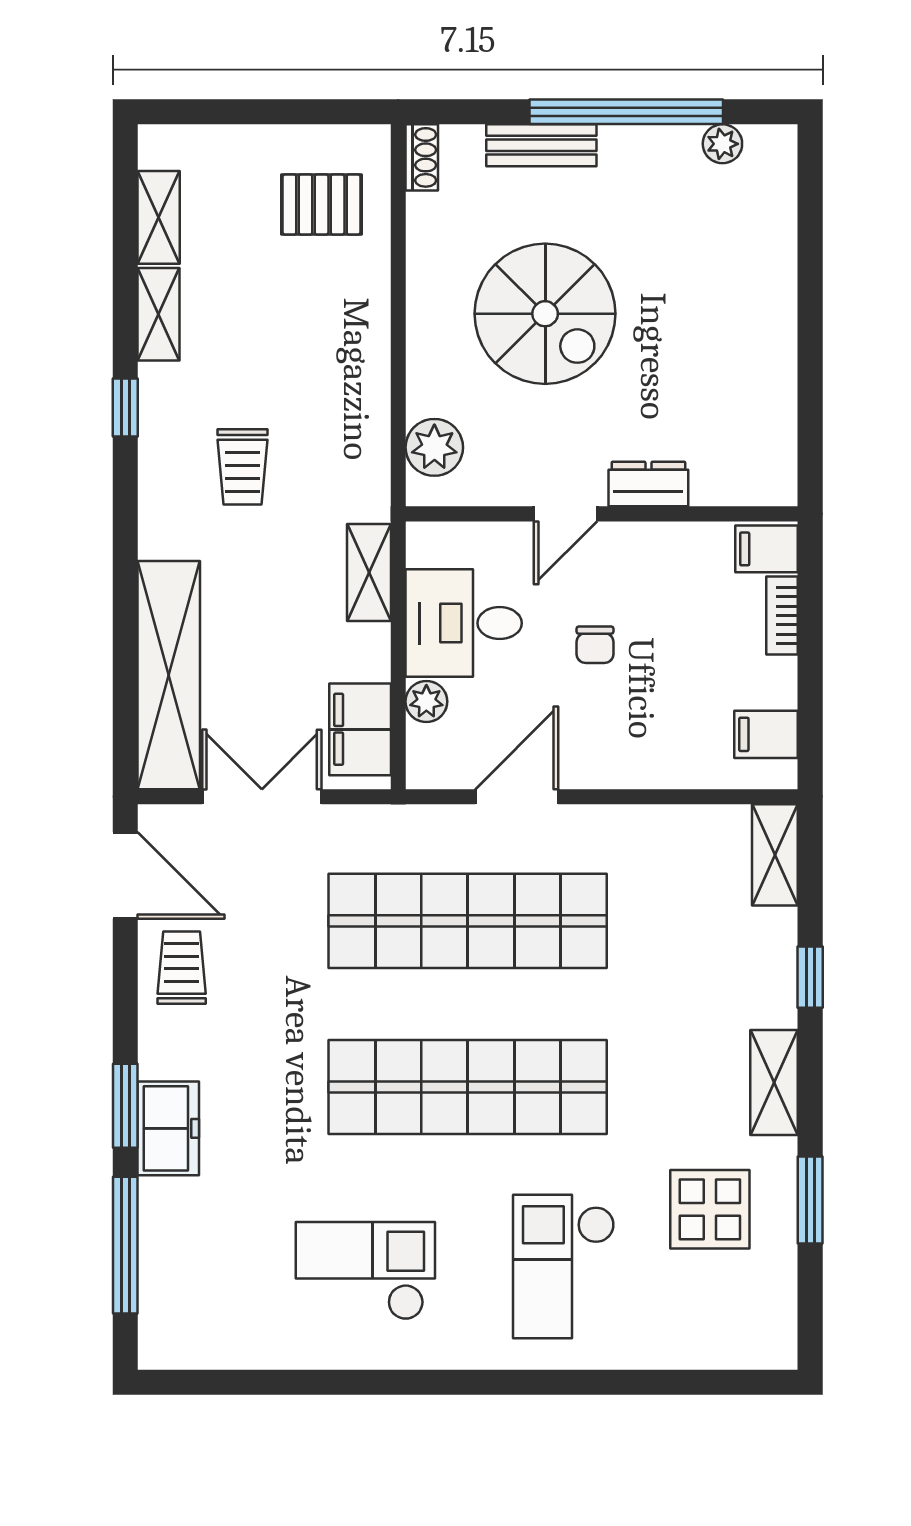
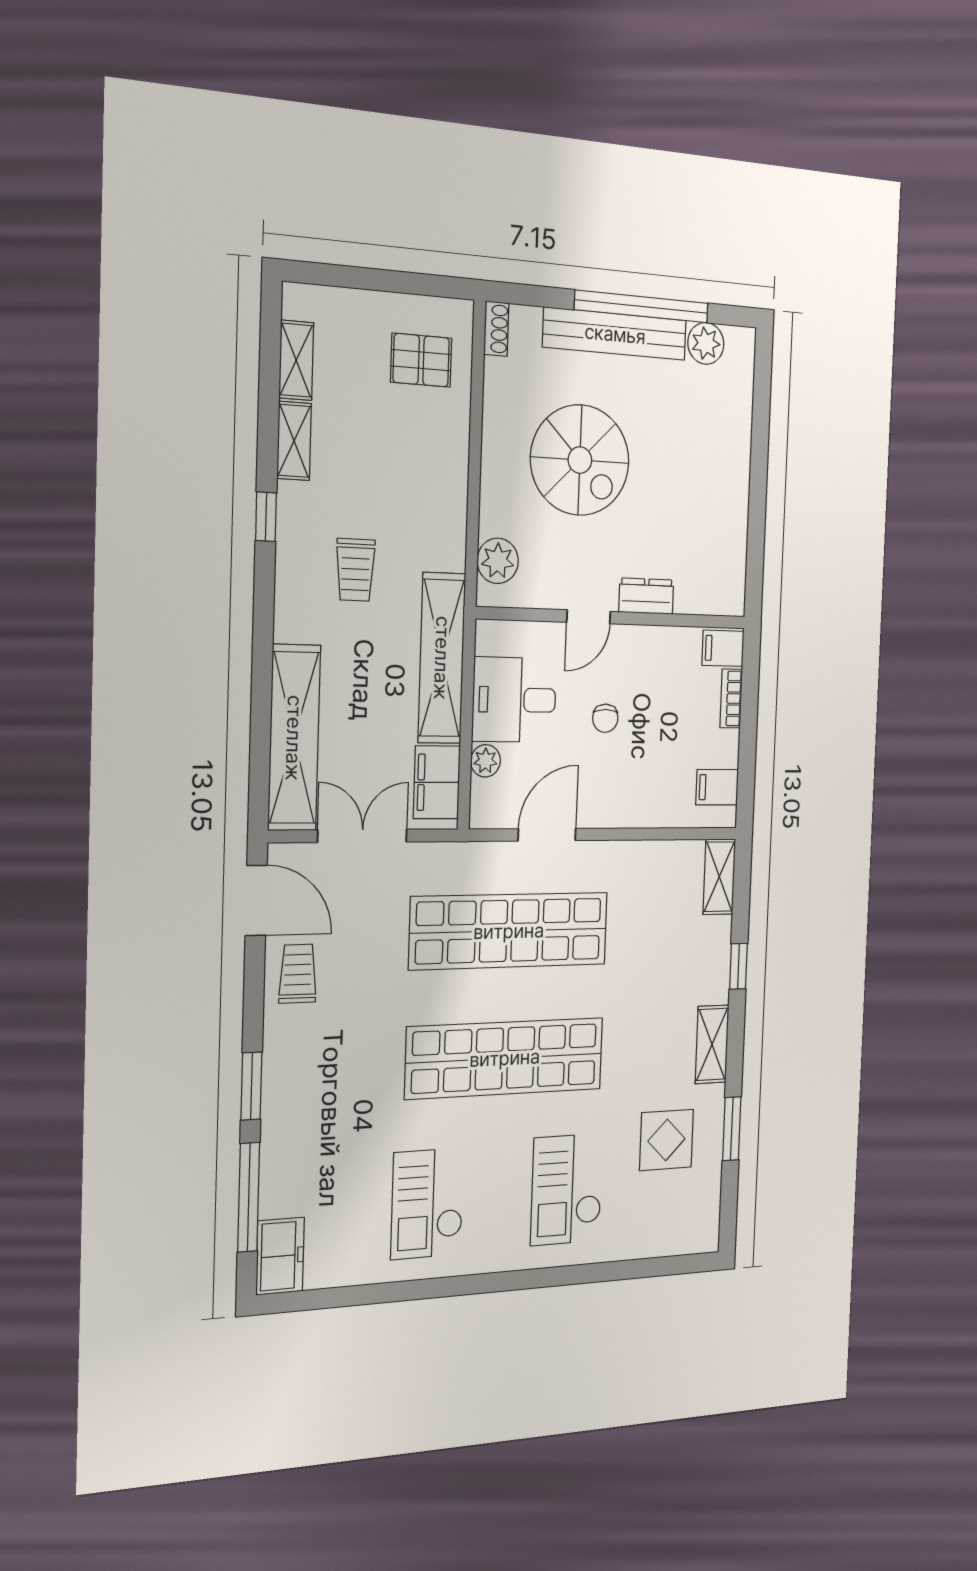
plant: (722, 144) -> (706, 343), width x1.38, depth x1.38
bench: (541, 145) -> (615, 334), width x1.86, depth x1.21
shelving: (369, 572) -> (442, 658), width x2.20, depth x1.33
freezer: (168, 1128) -> (280, 1256), moved
checkout: (365, 1271) -> (427, 1204), turned -90

